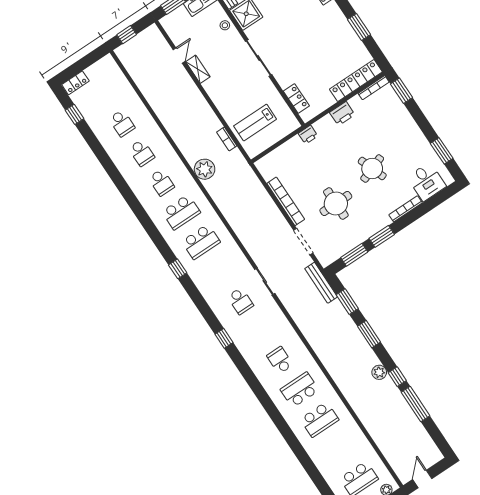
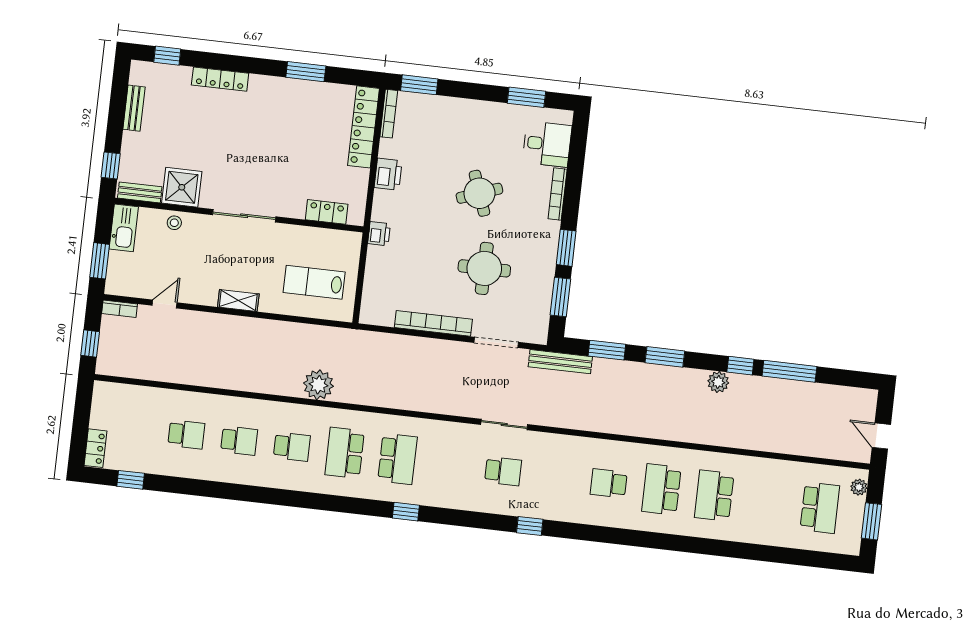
door: (179, 56) -> (165, 304), hinge flipped
shelving: (198, 69) -> (238, 301), moved
lab bench: (255, 123) -> (314, 282), turned 90
bookcase: (227, 139) -> (120, 309), moved
school desk: (181, 212) -> (345, 453), turned 180
school desk: (319, 419) -> (714, 496), turned 180

